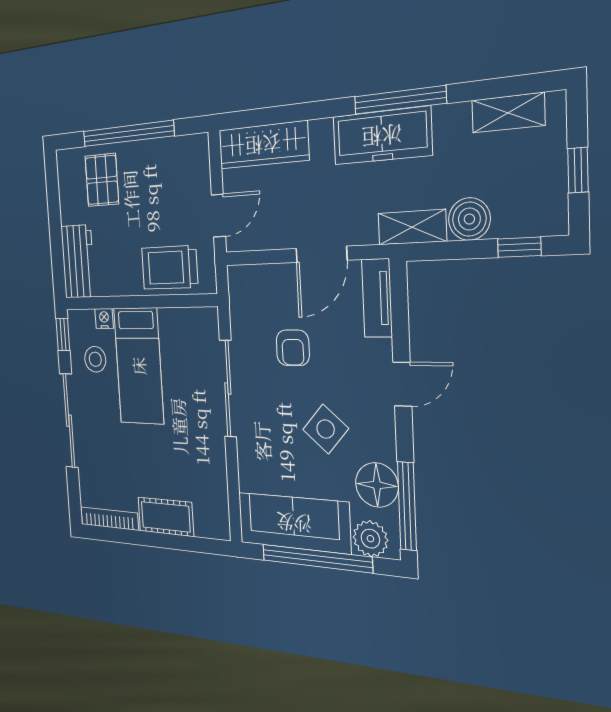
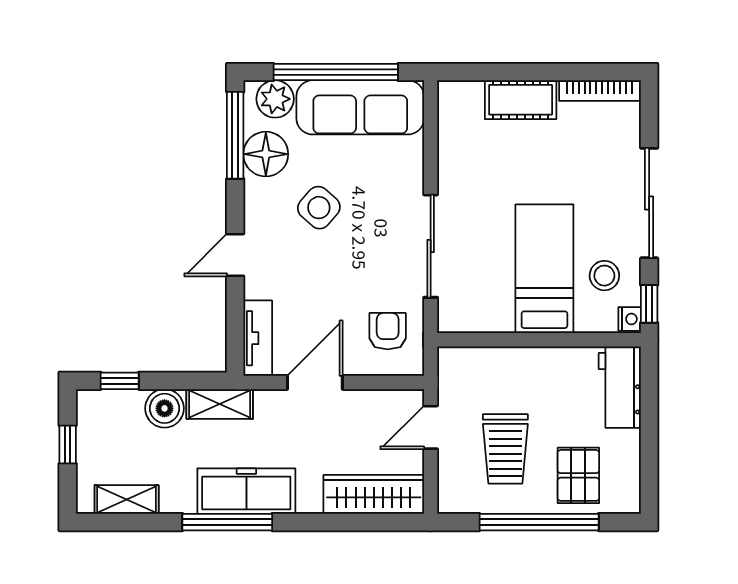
trolley: (170, 268) -> (505, 449), moved, turned 90
nightstand: (104, 318) -> (630, 319), moved, turned -90
armchair: (293, 348) -> (388, 331), moved

